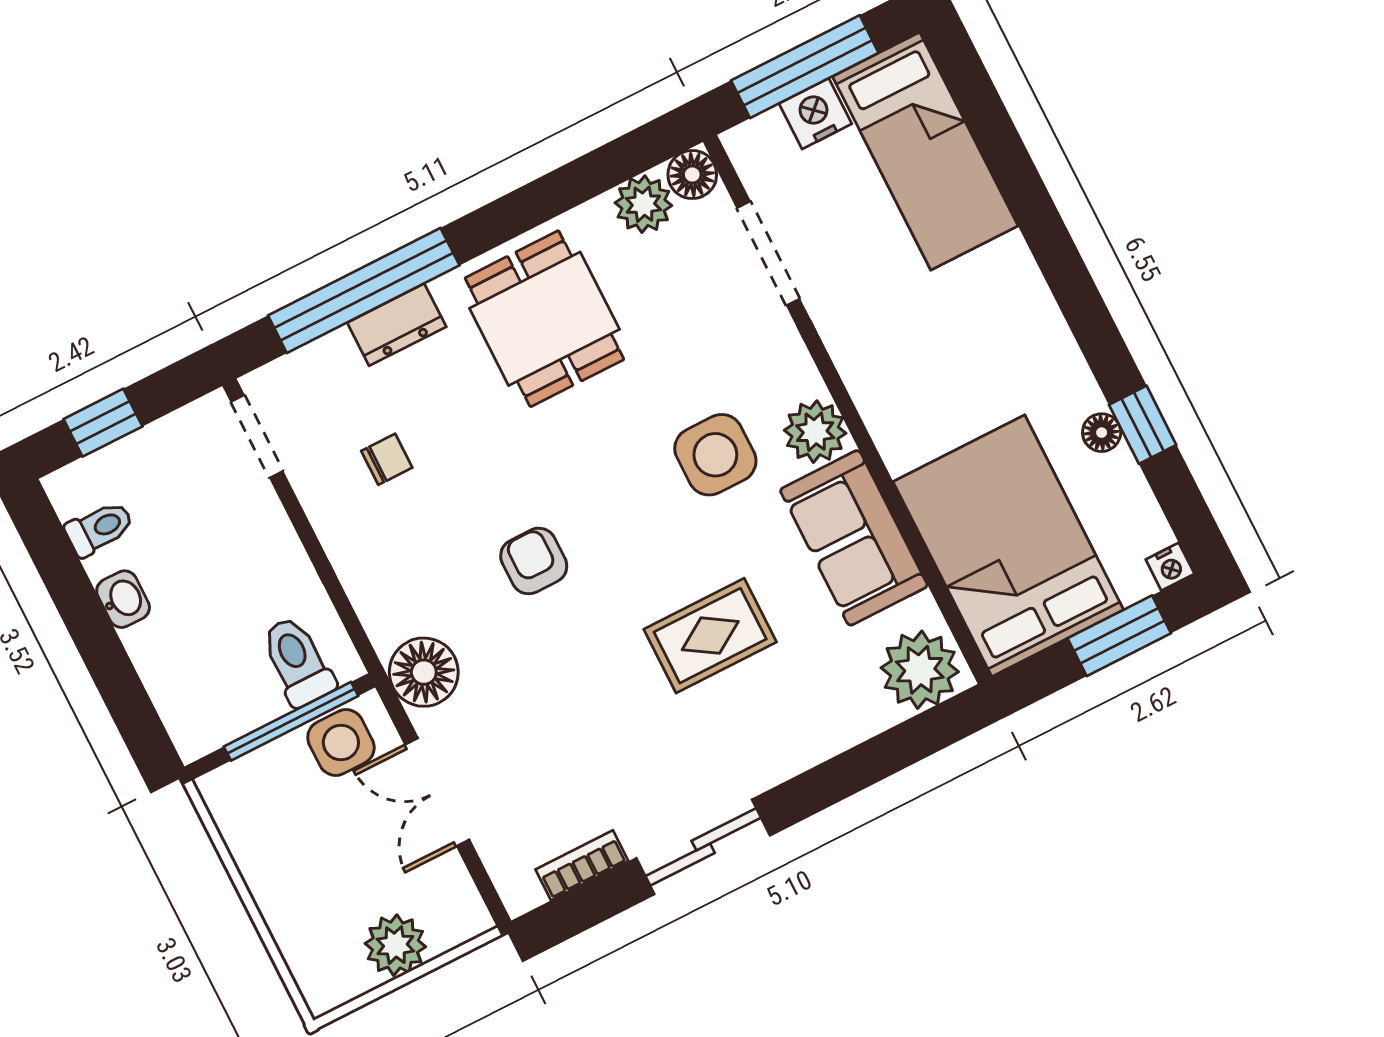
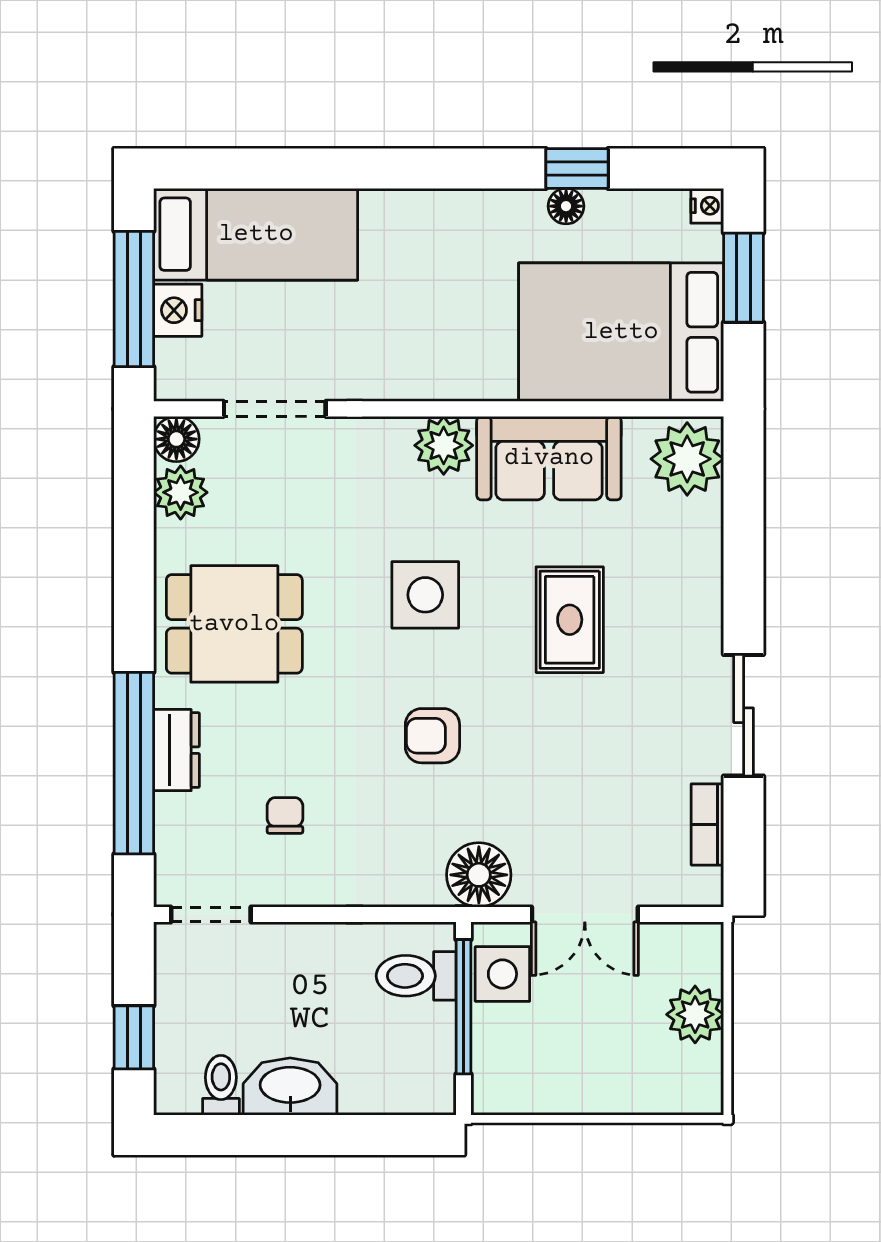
side table: (715, 455) -> (425, 595), moved
washbasin: (123, 599) -> (290, 1087), width x1.91, depth x1.45

